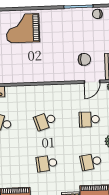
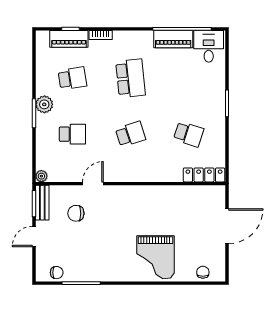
grand piano: (23, 28) -> (155, 257), turned 90
door: (92, 82) -> (93, 184), moved
school desk: (47, 163) -> (130, 78), width x1.85

